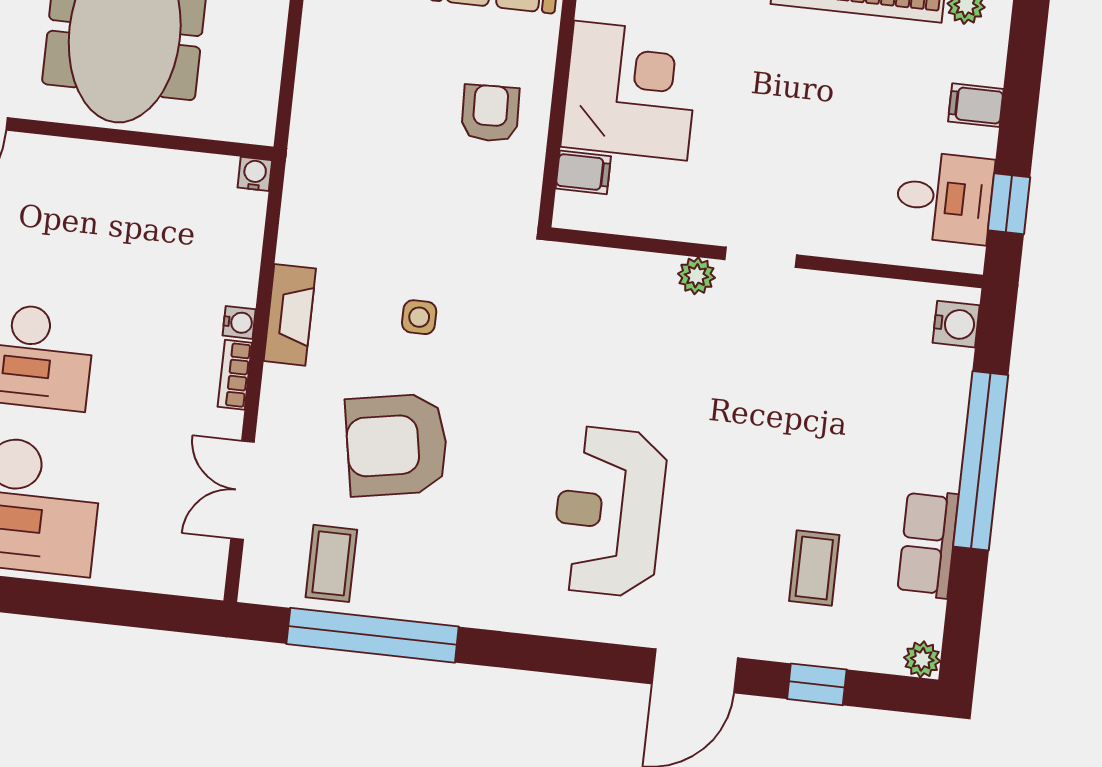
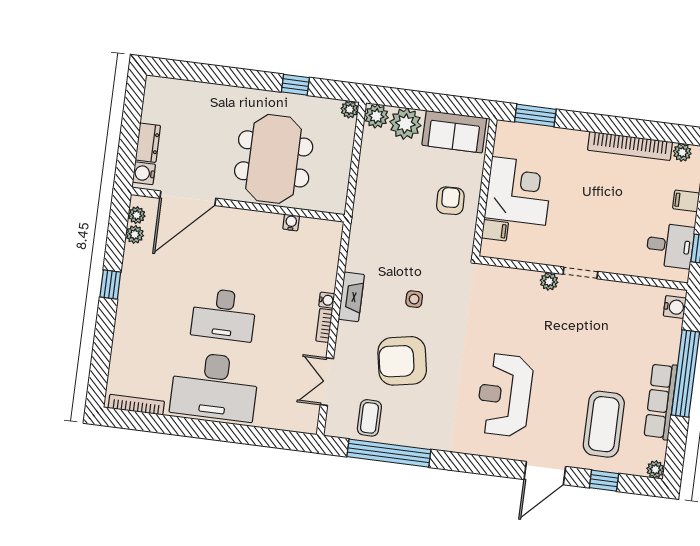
water cooler: (255, 174) -> (291, 222), moved
row of seats: (928, 544) -> (661, 401), width x1.48
coffee table: (814, 568) -> (604, 424), width x1.86, depth x1.72

